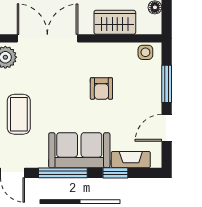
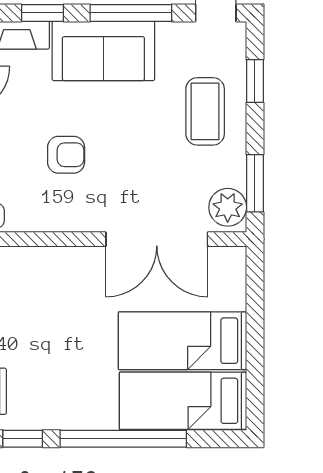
wardrobe: (115, 22) -> (44, 266), removed
armchair: (101, 88) -> (66, 155), turned 90

